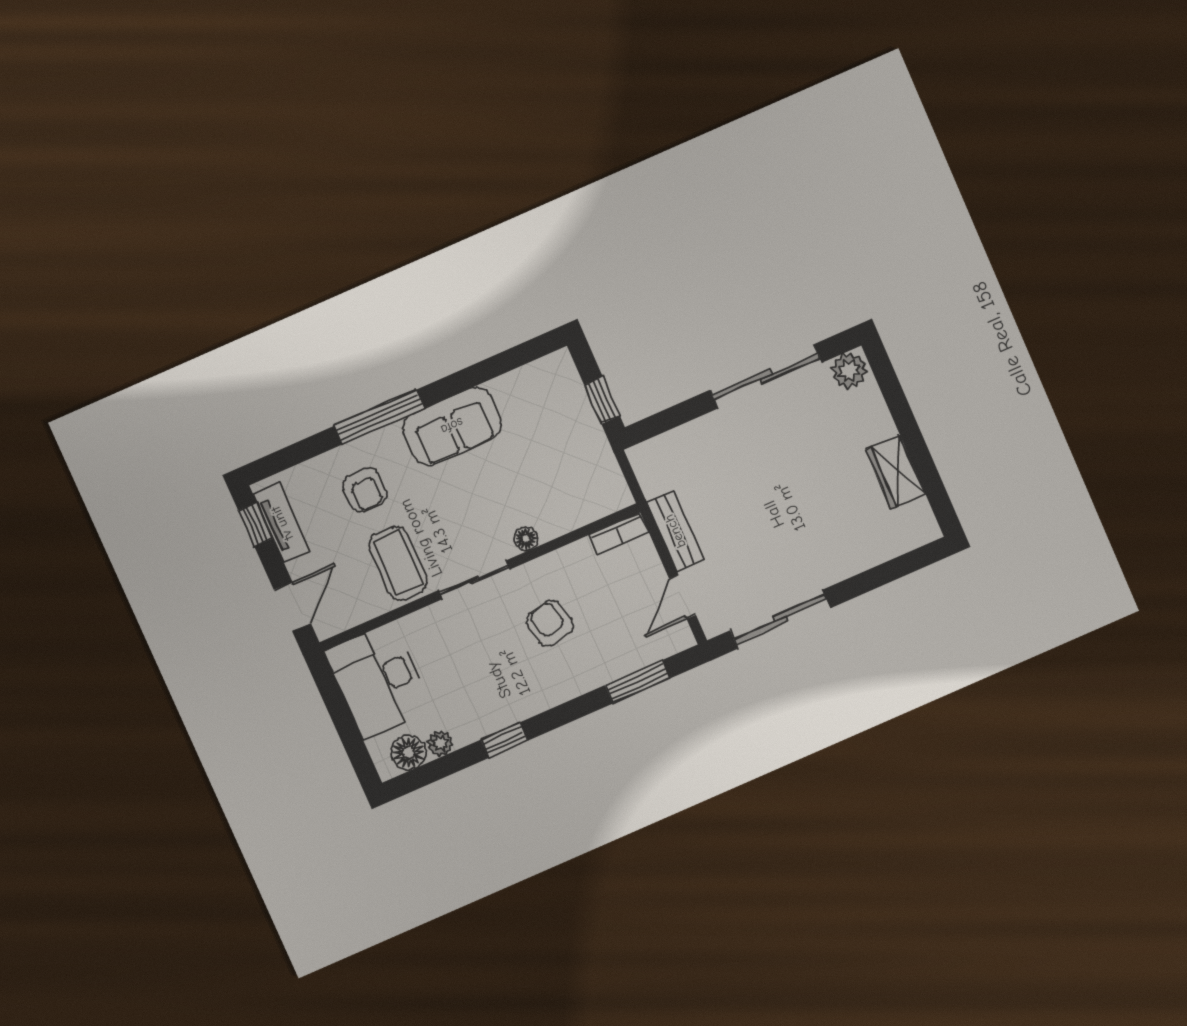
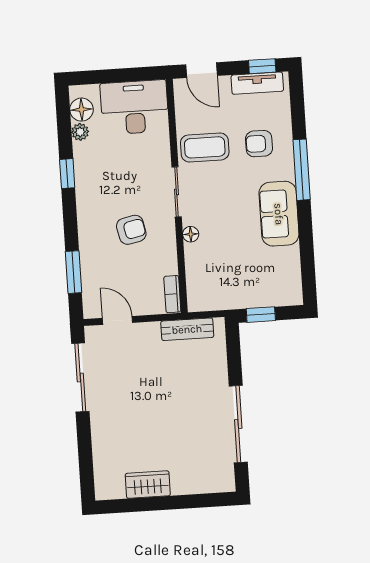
plant: (849, 370) -> (223, 478), removed
bench: (675, 531) -> (187, 329), moved

